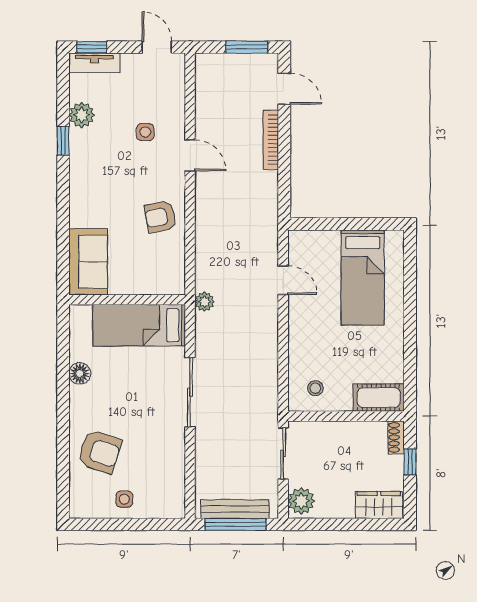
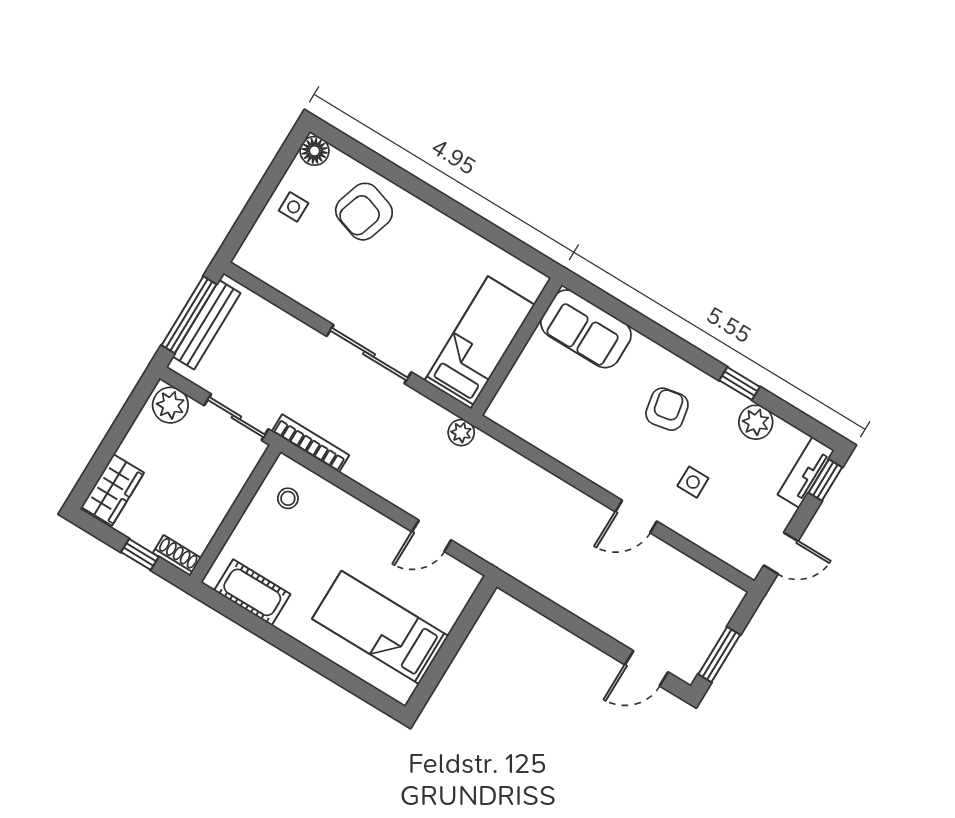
bookcase: (271, 140) -> (310, 443), moved
armchair: (160, 217) -> (667, 409), moved
floor lamp: (80, 373) -> (314, 151), moved
cot: (379, 398) -> (252, 592), moved, turned 90

